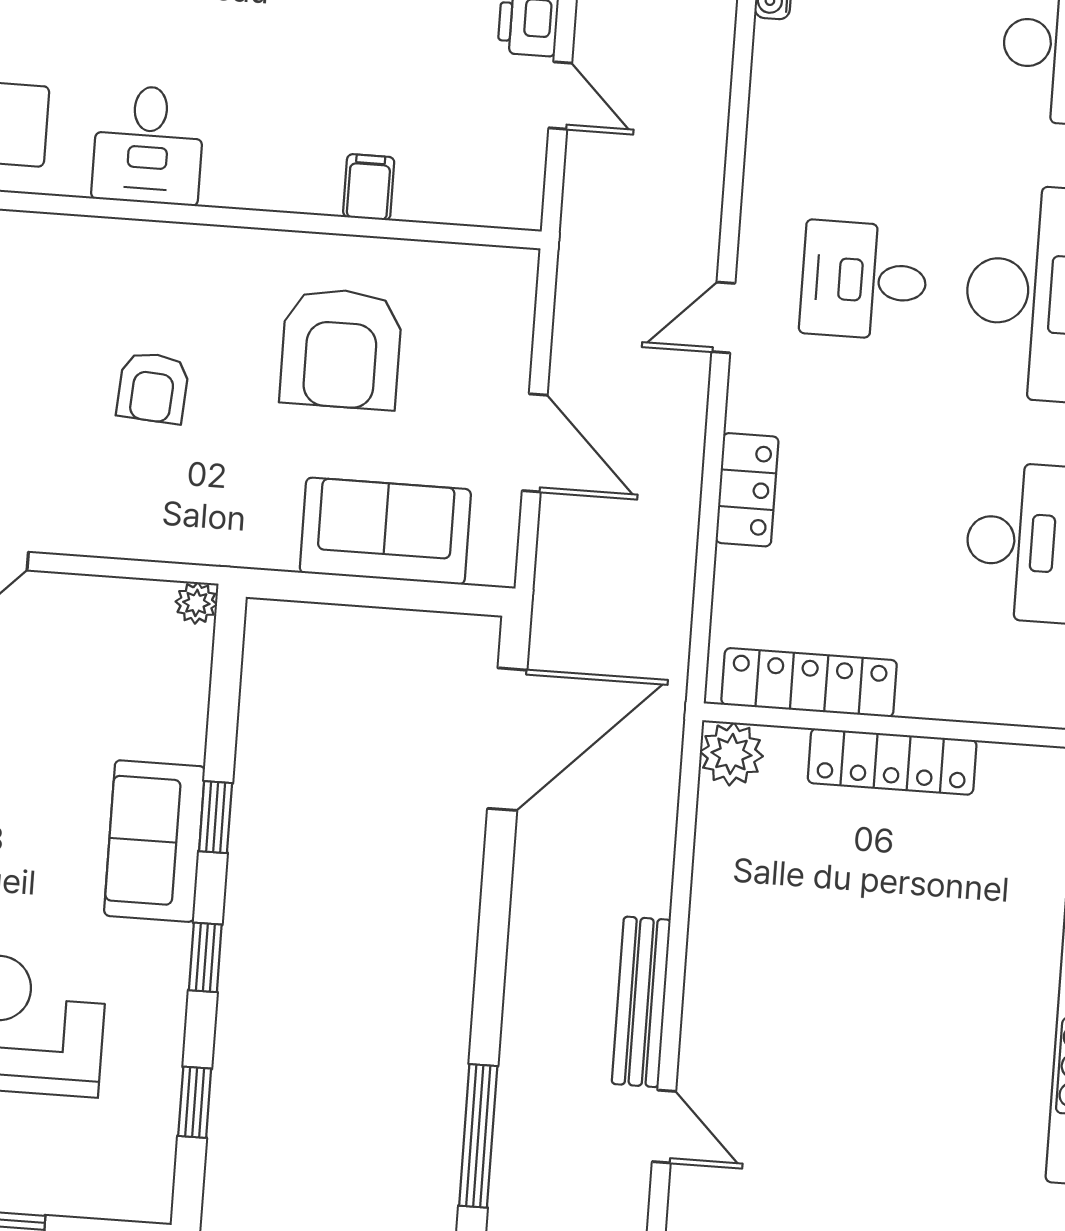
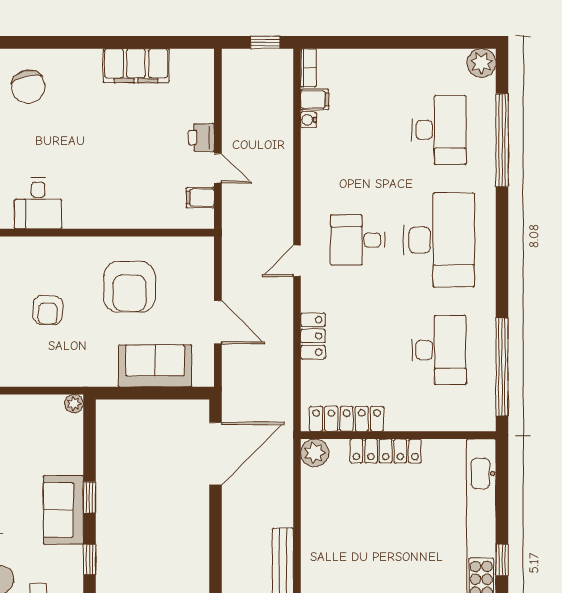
filing cabinet: (369, 187) -> (200, 198), moved, turned -90

